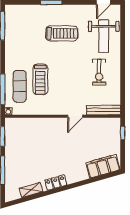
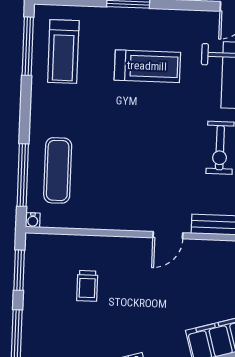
treadmill: (40, 79) -> (63, 52), moved
trolley: (36, 143) -> (87, 286), added

